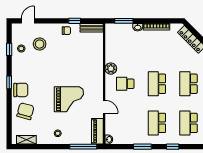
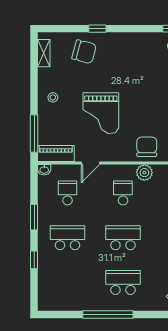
window: (9, 82) -> (97, 29), moved
chair: (21, 90) -> (147, 147), moved, turned 180
school desk: (188, 123) -> (68, 193), moved, width x0.54

